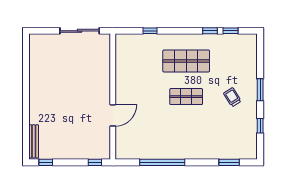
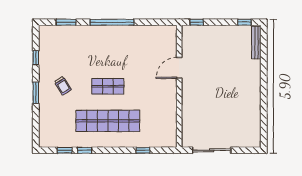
shop shelf: (186, 61) -> (108, 121), width x1.40
window: (162, 162) -> (112, 22), moved

